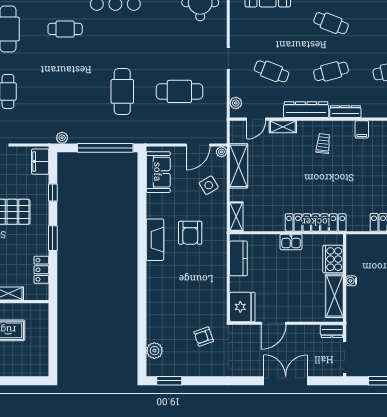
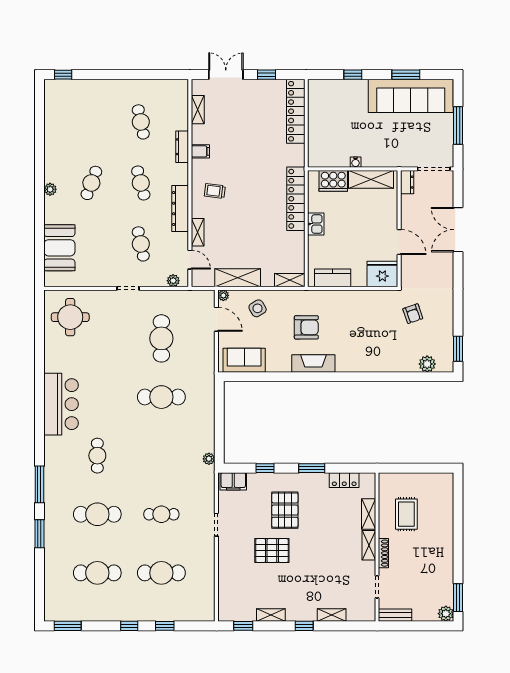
cafe table: (272, 71) -> (141, 244), turned -33
dresser: (345, 112) -> (182, 147), moved
window: (105, 148) -> (219, 414), removed

